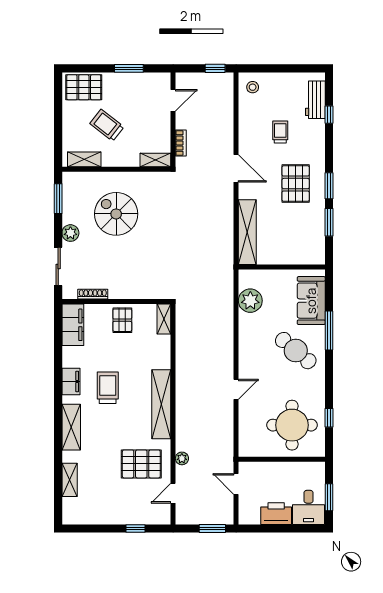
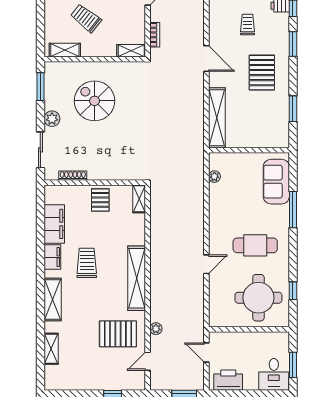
window: (329, 186) -> (293, 44), moved
plant: (250, 301) -> (214, 177), width x0.53, depth x0.53
filing cabinet: (73, 325) -> (54, 224), moved
cafe table: (296, 351) -> (255, 245), moved, turned -40
printer: (276, 514) -> (228, 380), moved

